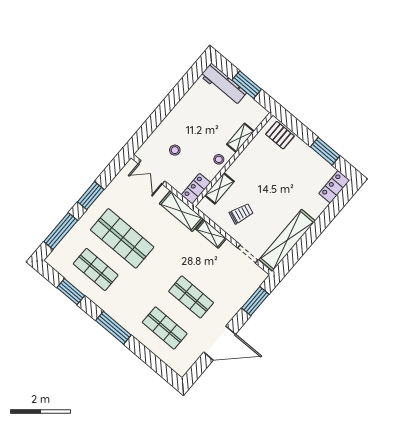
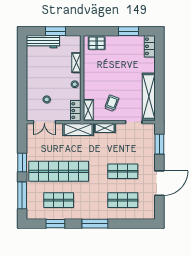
shelving: (219, 188) -> (88, 110), moved
shop shelf: (122, 238) -> (59, 171), width x1.40

